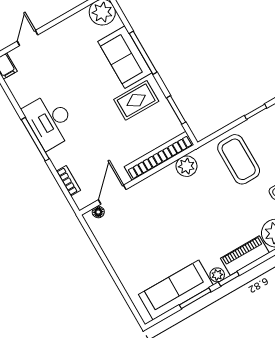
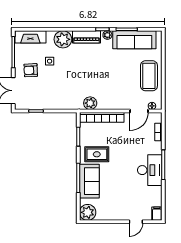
coffee table: (239, 159) -> (149, 76), moved

